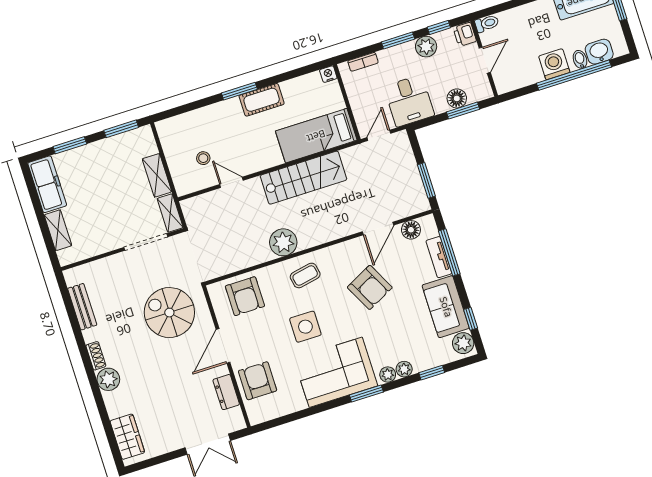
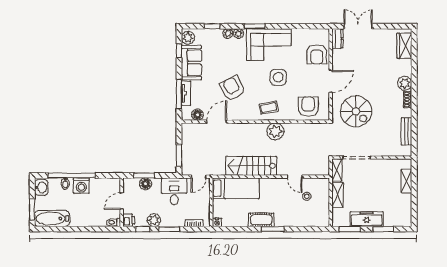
washbasin: (599, 52) -> (41, 187), moved, turned -90
window: (426, 180) -> (179, 155), moved
freezer: (47, 184) -> (367, 219), moved, turned 90
dresser: (226, 392) -> (337, 39), moved

